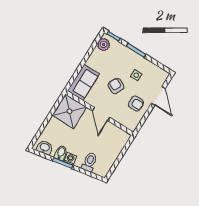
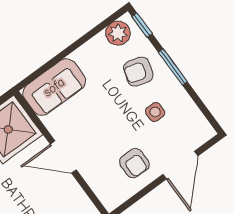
armchair: (116, 86) -> (138, 72), moved, turned -100
door: (101, 114) -> (63, 157), hinge flipped

